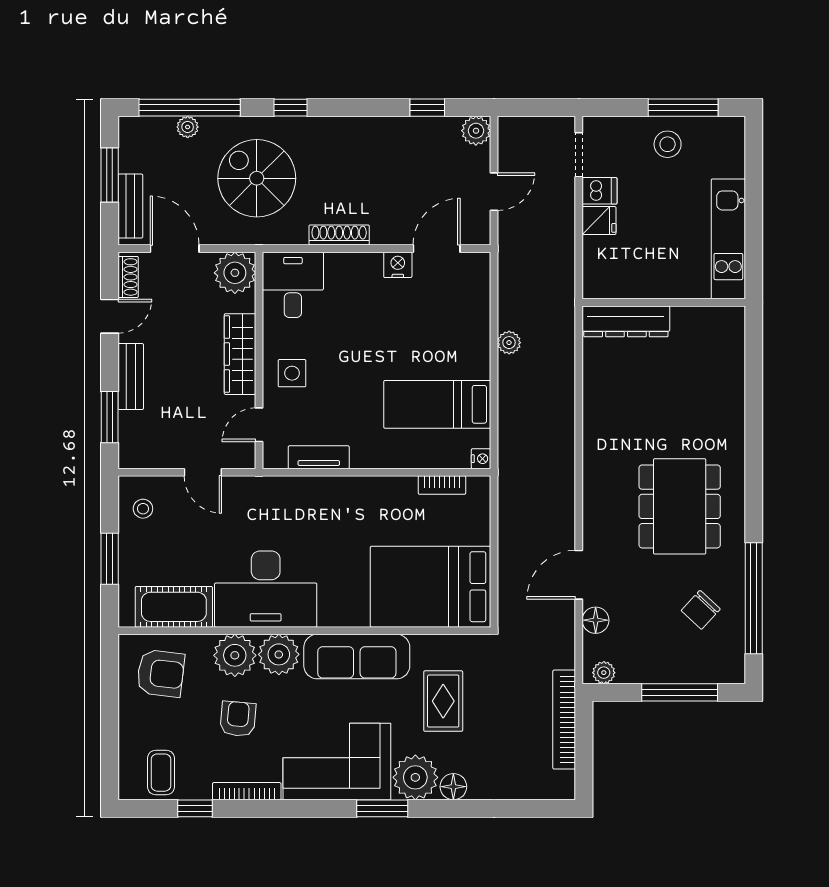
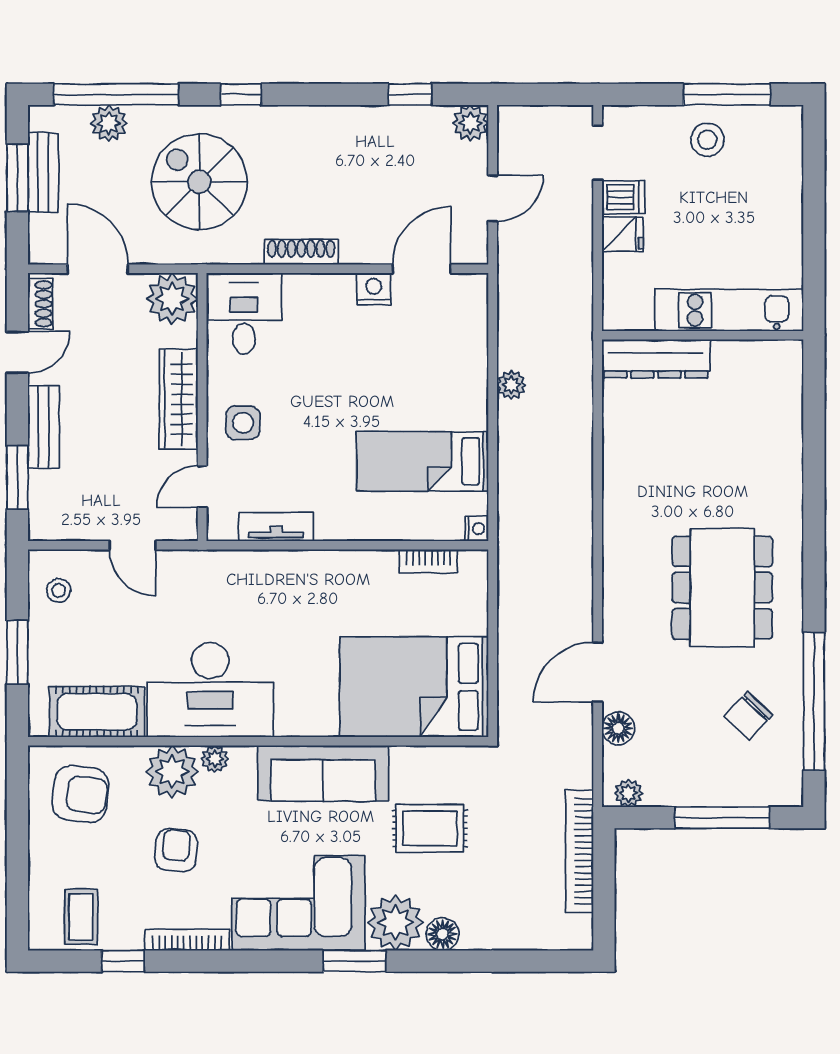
plant: (188, 127) -> (109, 123), width x1.38, depth x1.38
bench: (130, 206) -> (43, 172), moved
kitchen unit: (728, 239) -> (729, 310), moved, turned 90
plant: (279, 654) -> (215, 759), width x0.53, depth x0.53
rug: (443, 701) -> (430, 828), turned 90

